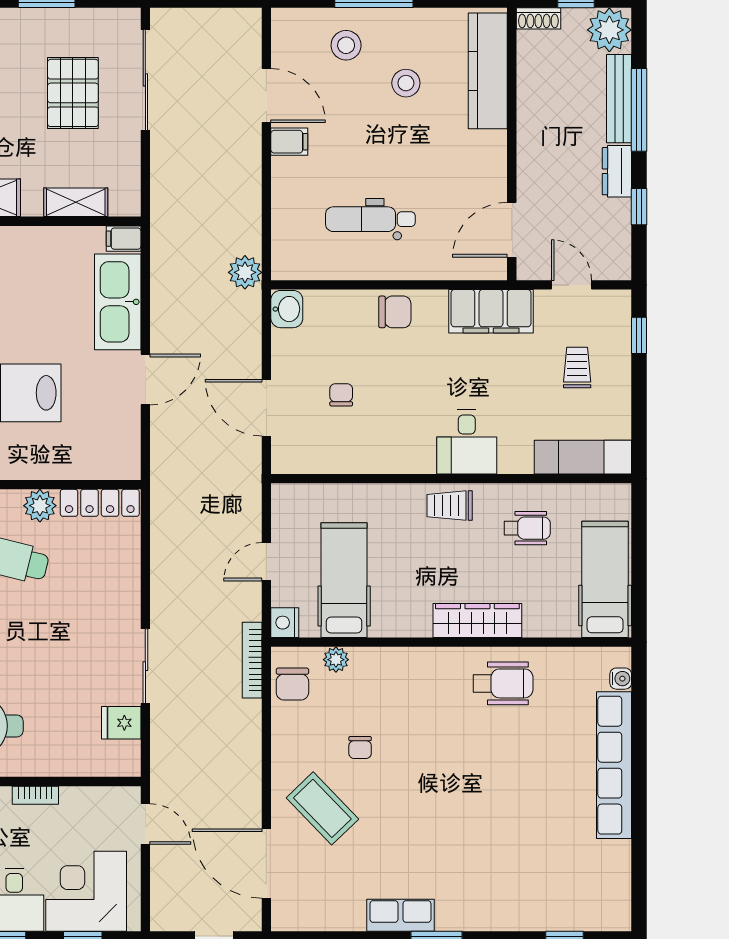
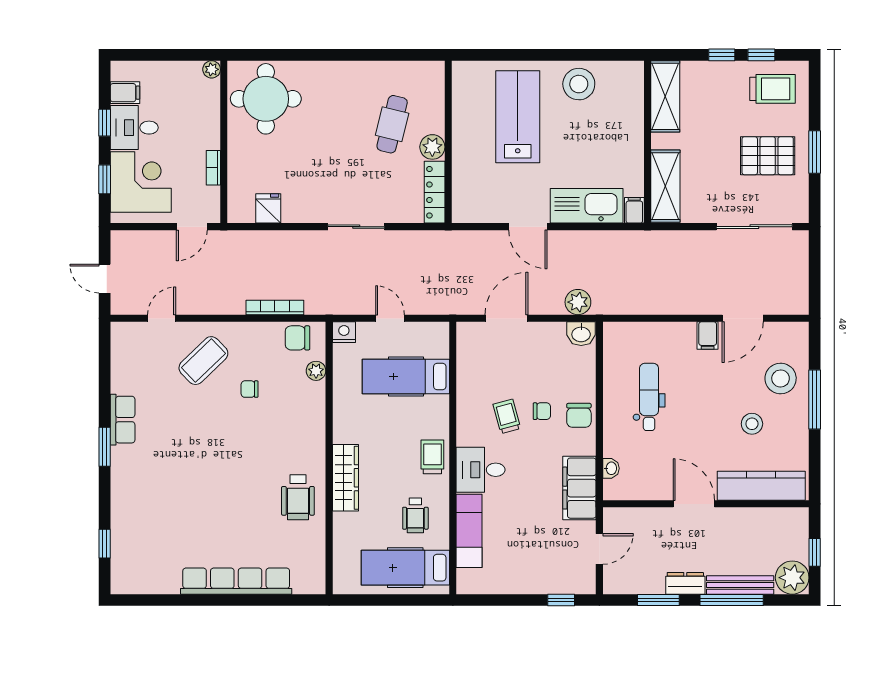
shoe rack: (538, 18) -> (801, 524), removed
stool: (346, 45) -> (781, 378), width x1.38, depth x1.38
pallet: (73, 93) -> (768, 156), moved
shelving: (76, 202) -> (665, 186), width x1.50, depth x1.33
window: (639, 207) -> (658, 600), width x1.50
door: (512, 230) -> (694, 504), moved
washbasin: (465, 270) -> (611, 468), added
plant: (245, 272) -> (578, 302), moved
trolley: (577, 367) -> (507, 416), moved, turned -105
chair: (341, 395) -> (542, 411), moved
exam couch: (583, 457) -> (469, 531), moved
hospital bed: (605, 579) -> (405, 568), moved, turned 180
hospital bed: (344, 580) -> (406, 376), moved, turned 180
bookcase: (252, 660) -> (275, 307), moved
sliding door: (145, 666) -> (356, 227), moved
water cooler: (621, 679) -> (302, 586), removed
bookcase: (35, 795) -> (213, 168), moved
door: (266, 864) -> (162, 318), width x0.53

